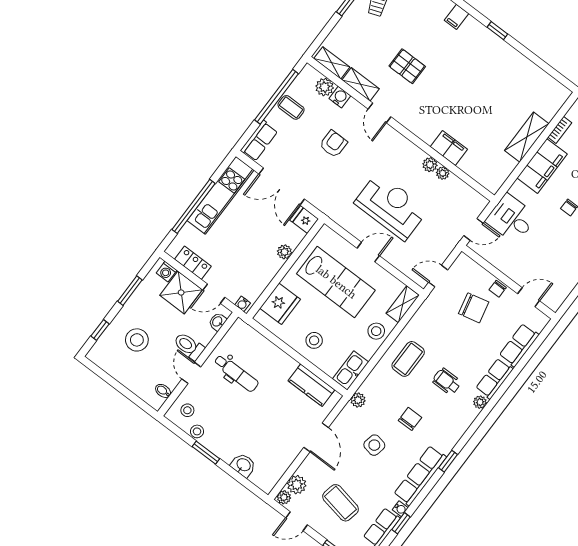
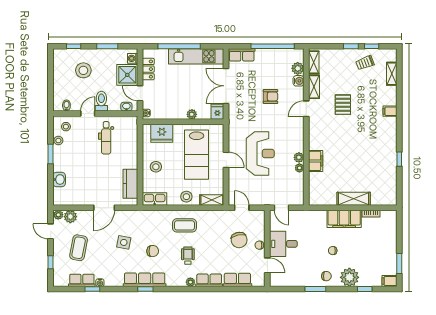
window: (497, 31) -> (399, 159), moved
coffee table: (291, 107) -> (273, 59), removed
desk: (511, 219) -> (283, 244), moved, turned -90
plant: (358, 400) -> (142, 215), removed
row of seats: (420, 476) -> (145, 280), moved

